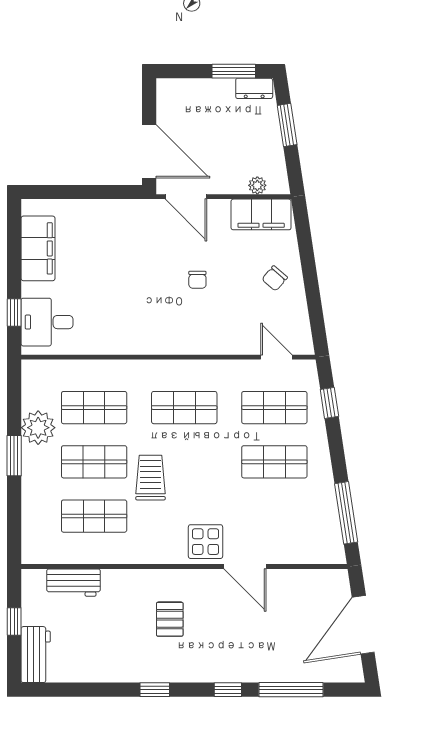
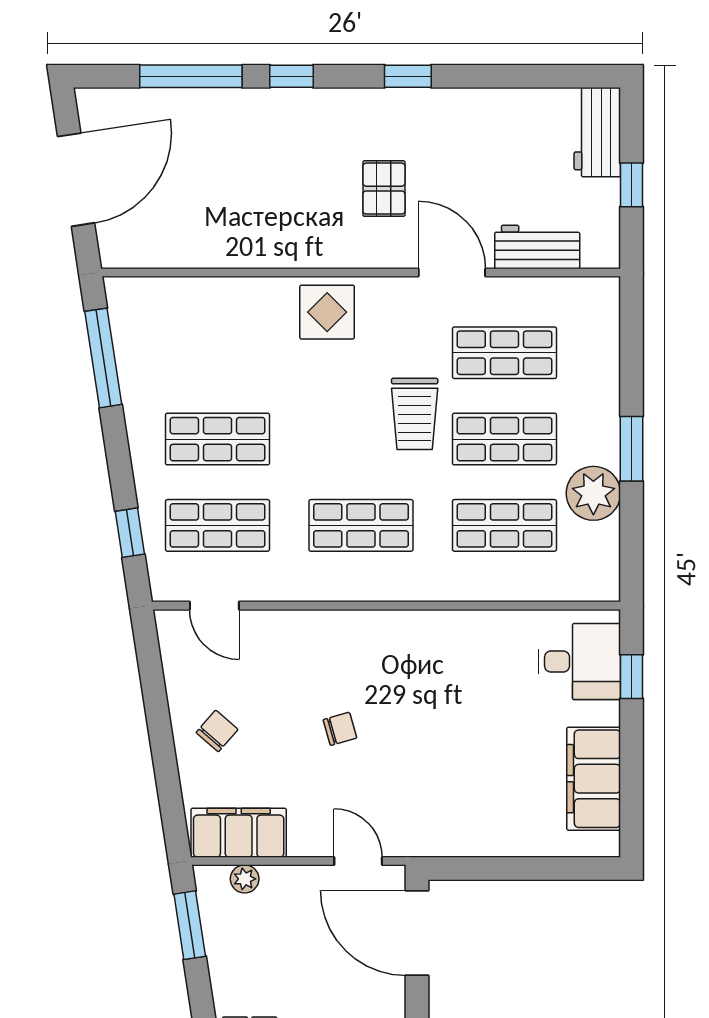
window: (287, 125) -> (190, 925), moved
door: (186, 197) -> (358, 861), width x0.73
chair: (197, 280) -> (340, 729), turned 74
door: (245, 566) -> (452, 272), moved

